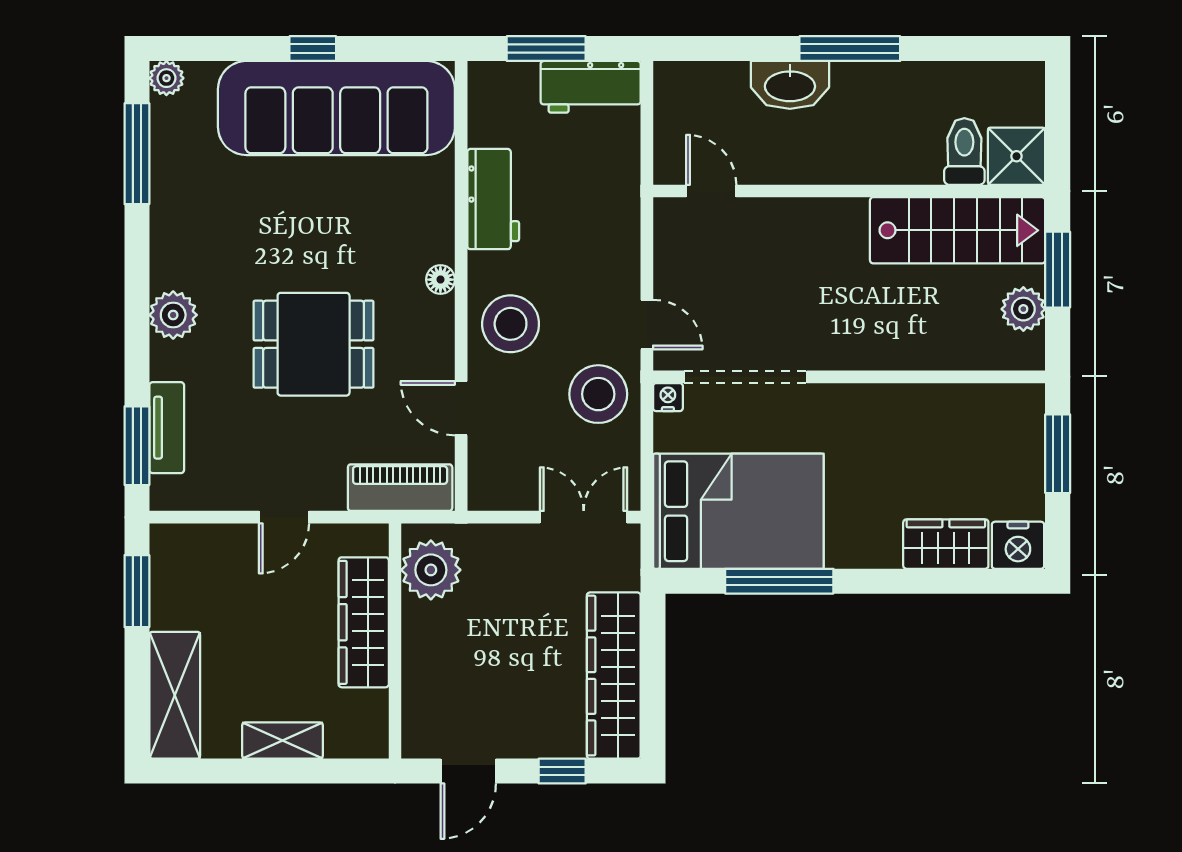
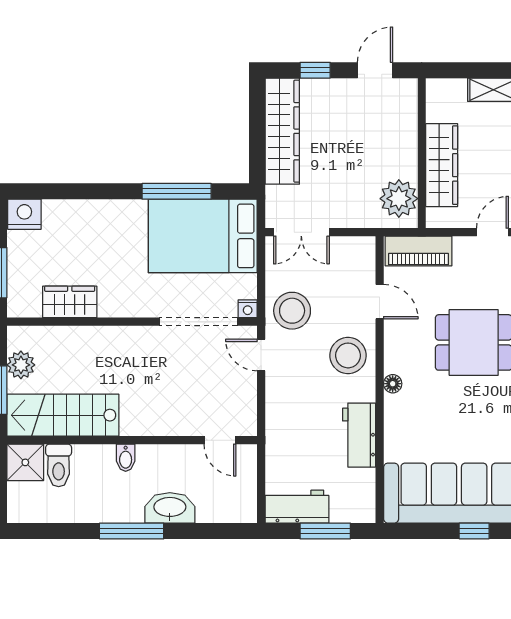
bidet: (859, 163) -> (126, 458), added
wardrobe: (946, 544) -> (70, 302), moved, turned 180

